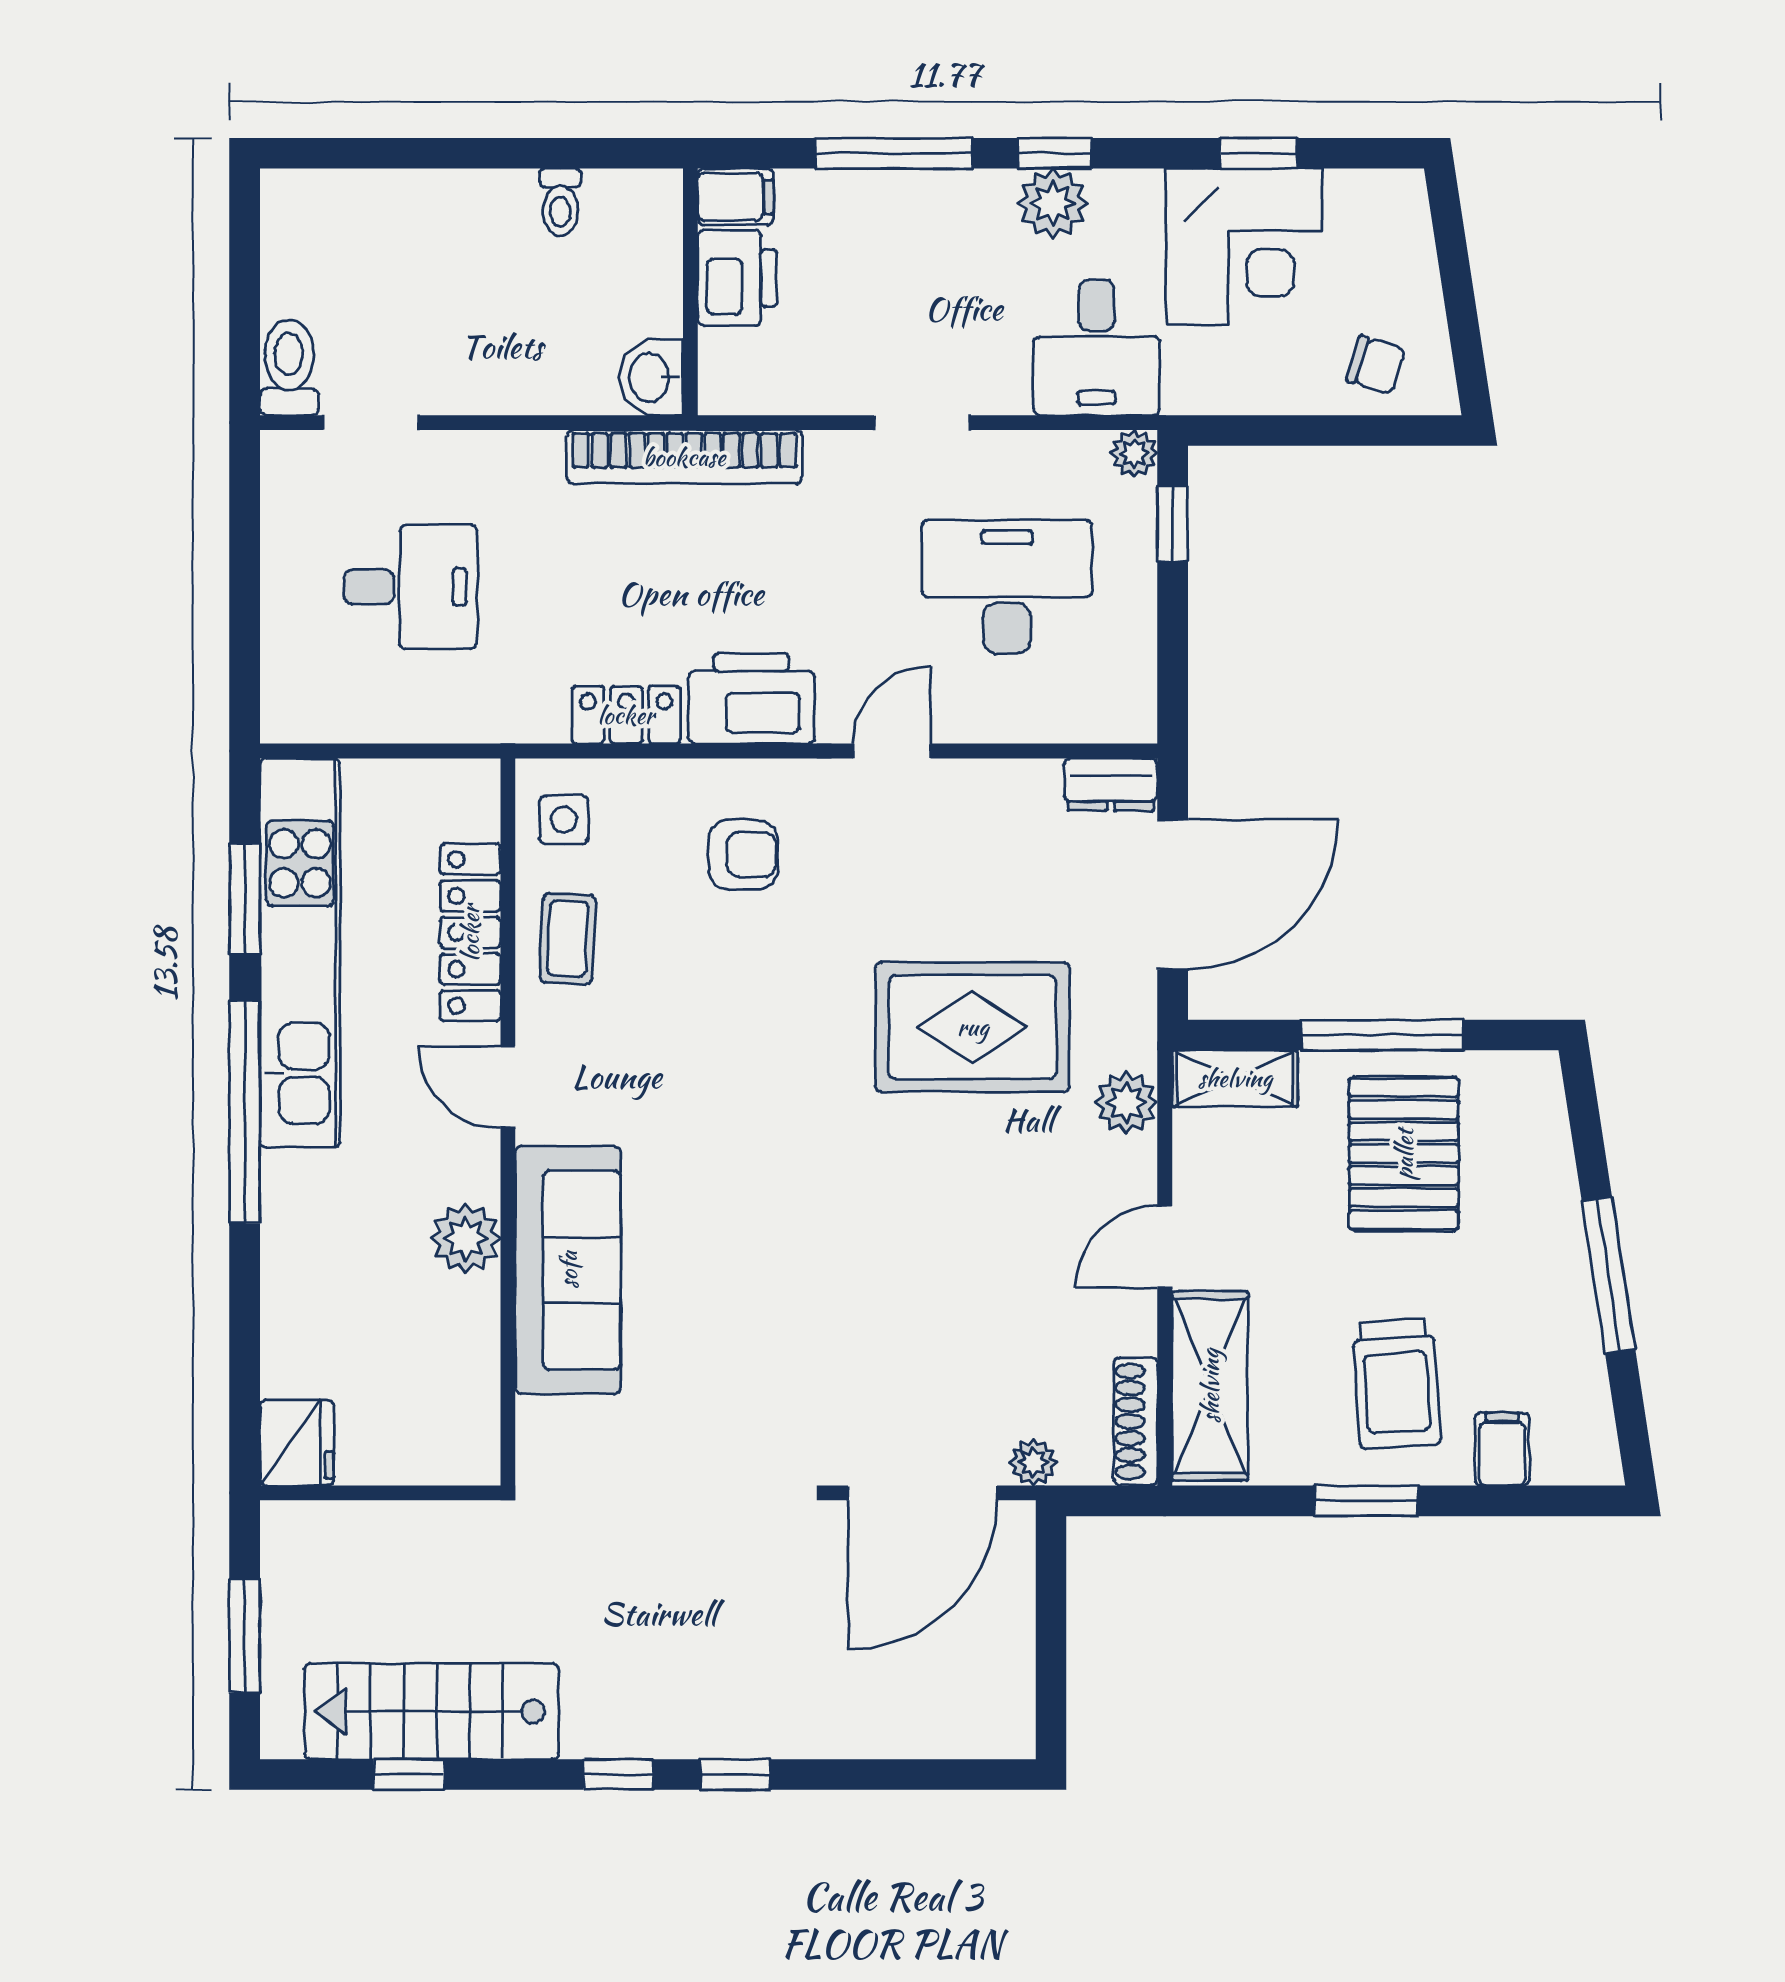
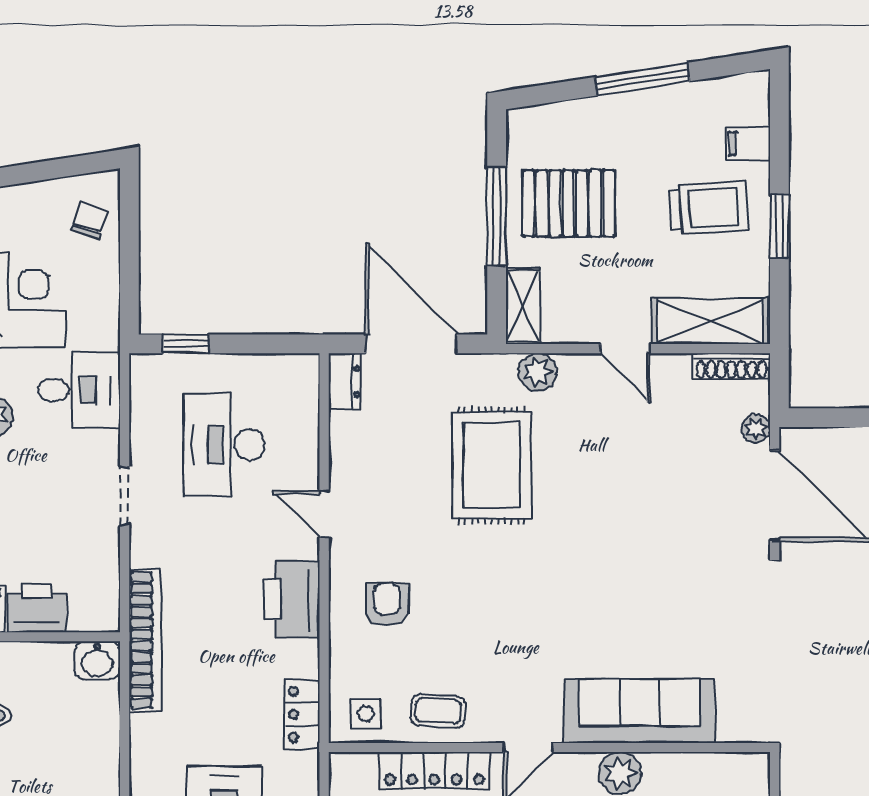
plant: (1134, 453) -> (143, 367), removed
locker: (626, 715) -> (302, 714), moved

